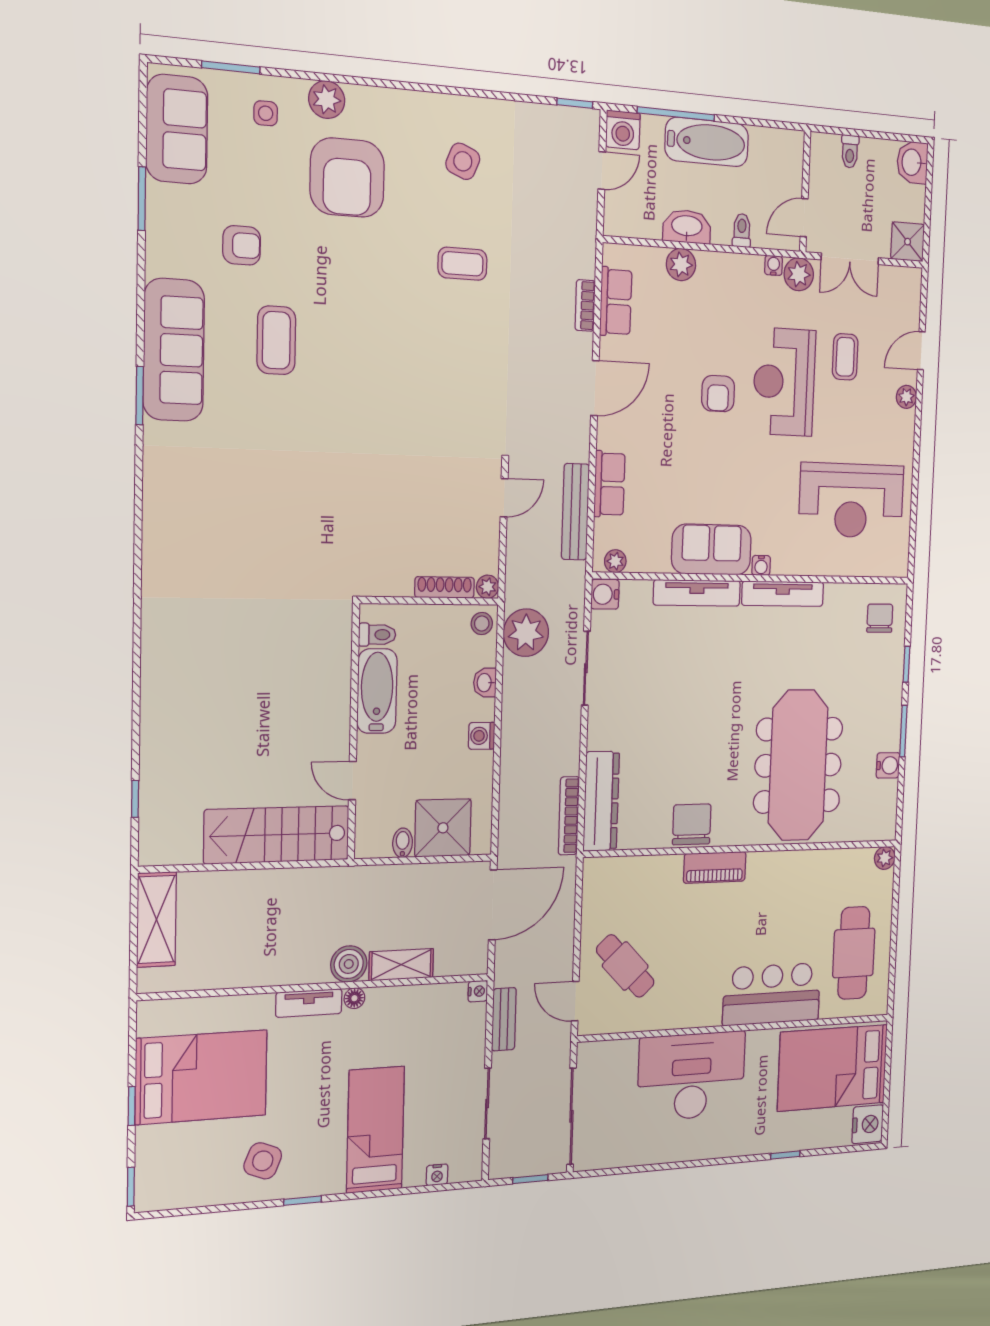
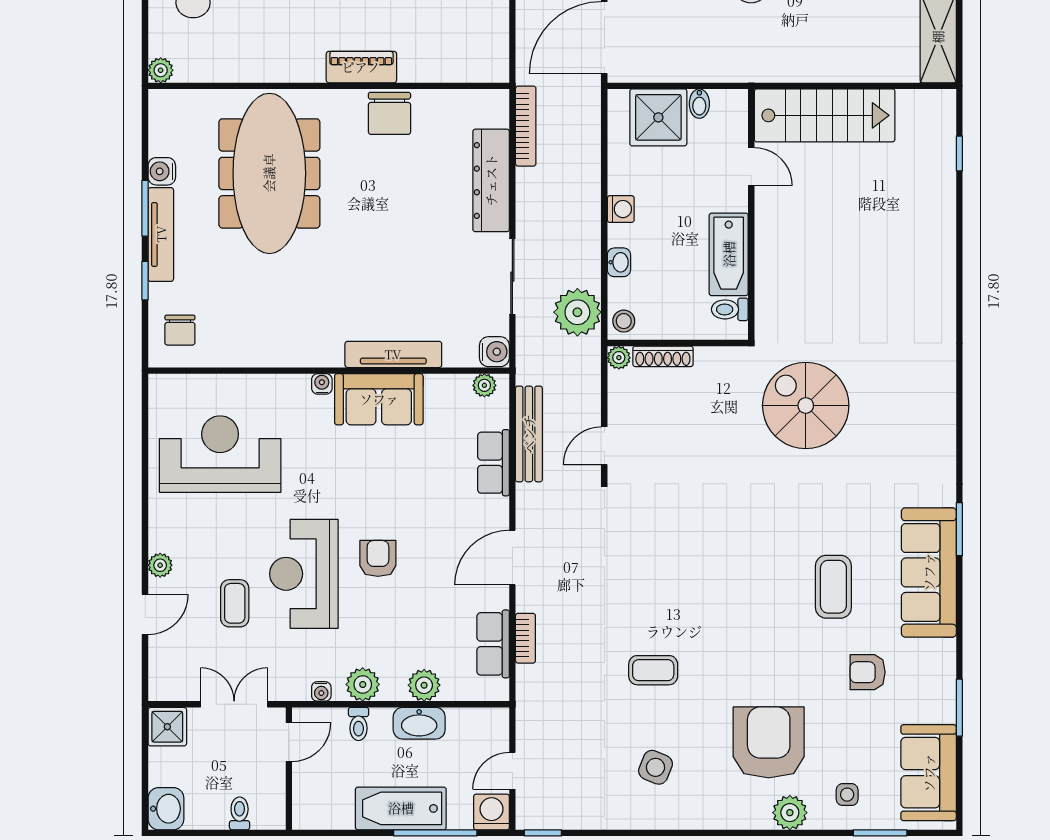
plant: (799, 274) -> (363, 684), moved
reception desk: (784, 382) -> (304, 574), turned 180
spiral stairs: (302, 534) -> (806, 405), added
tv unit: (783, 594) -> (161, 234), moved, turned 90
dresser: (601, 801) -> (491, 180), moved

